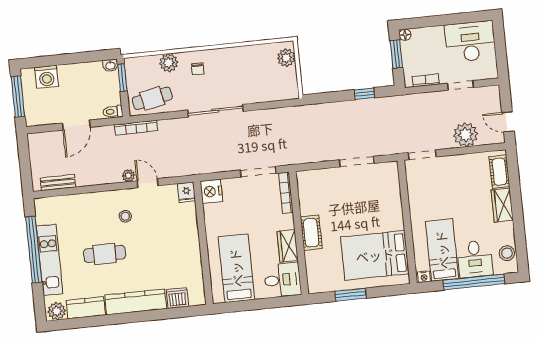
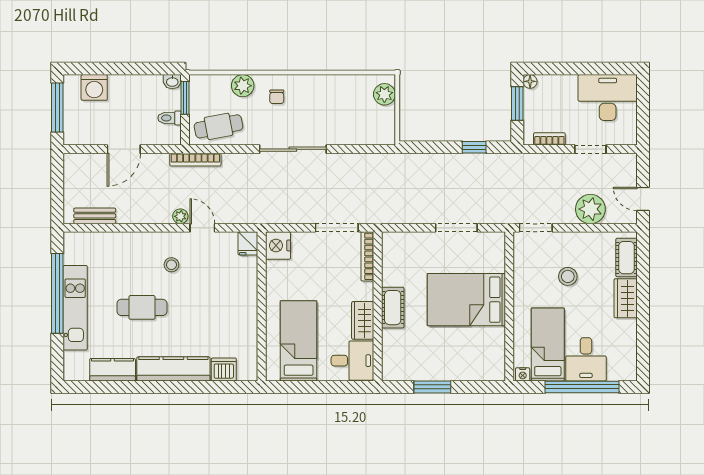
toilet: (113, 112) -> (170, 118), moved
stool: (507, 253) -> (568, 276), moved
bed: (375, 255) -> (466, 300), moved
plant: (57, 311) -> (77, 370), removed

